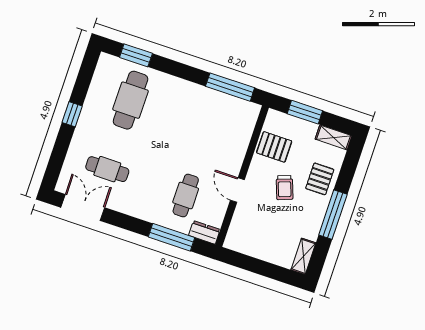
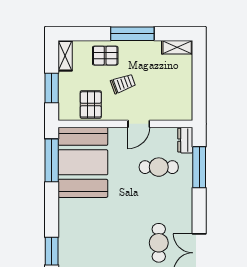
cafe table: (131, 100) -> (92, 243), removed
booth: (217, 119) -> (83, 162), added

